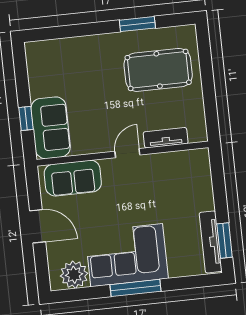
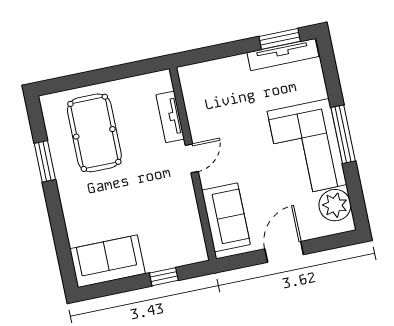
sofa: (51, 128) -> (108, 261), moved
door: (127, 153) -> (192, 158), swing flipped

